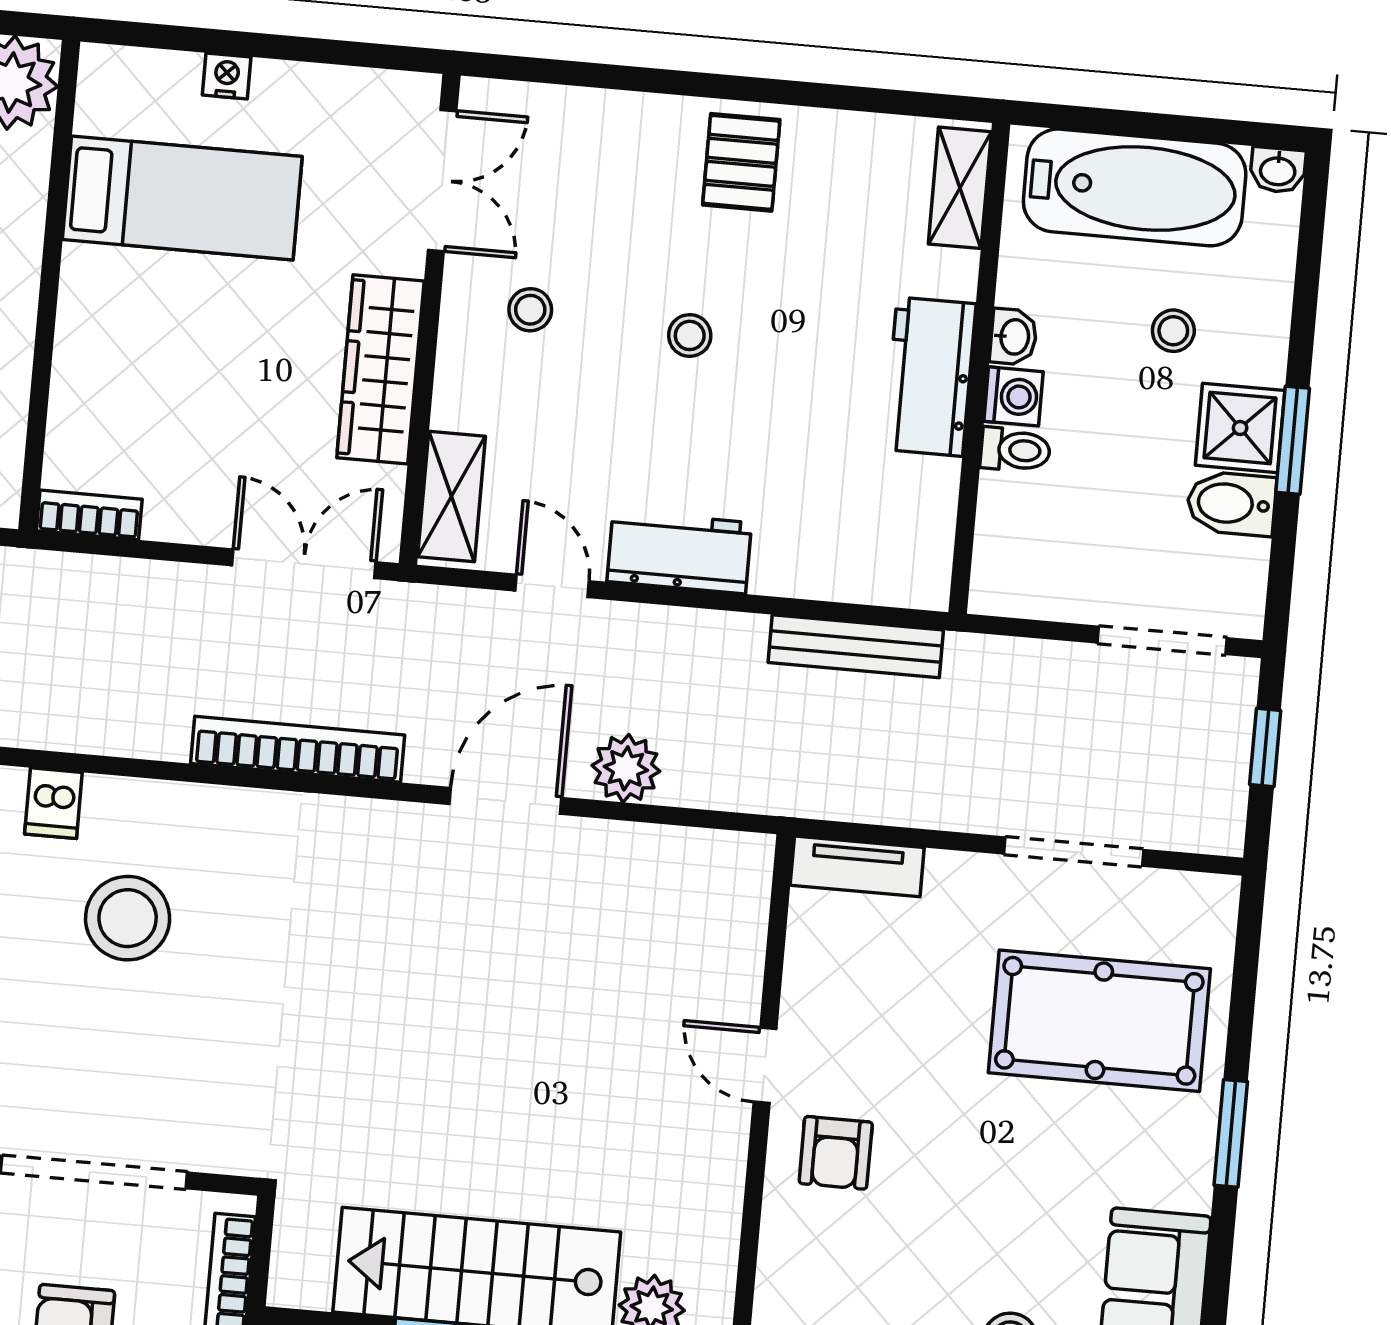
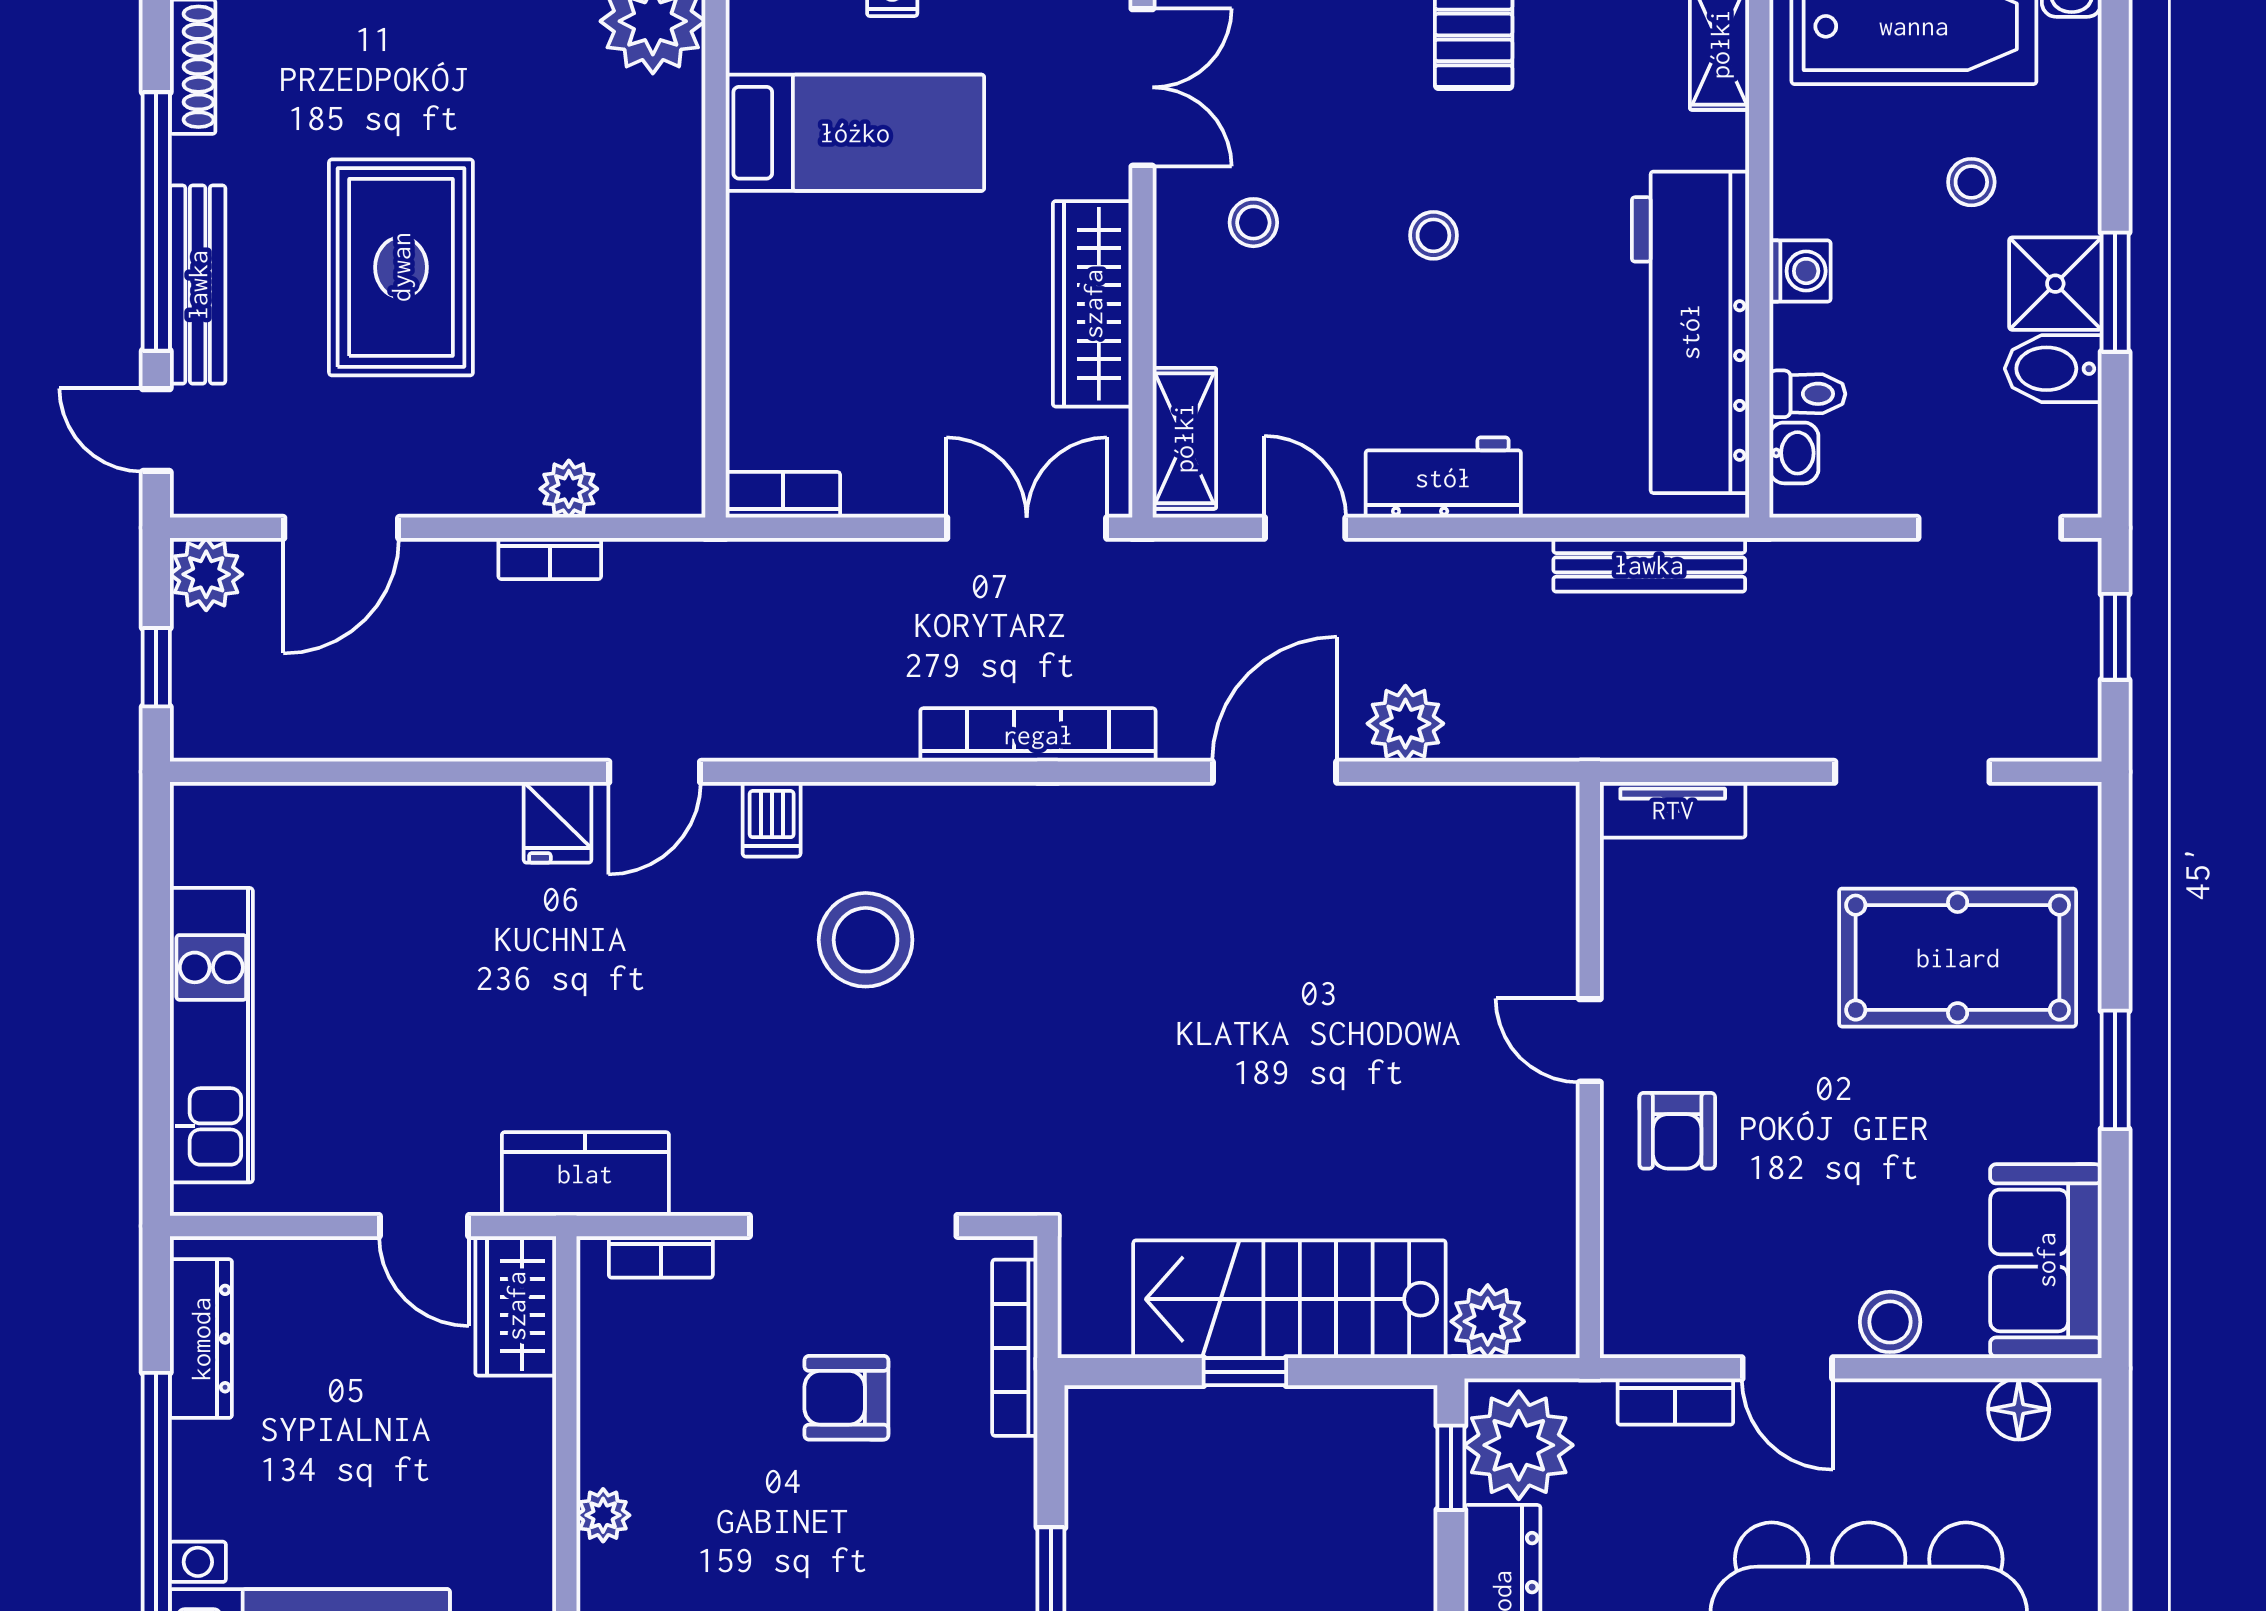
washbasin: (1013, 337) -> (1794, 453), moved
workbench: (930, 377) -> (1690, 332), width x1.88, depth x1.32
toilet: (1015, 450) -> (1807, 394), moved

